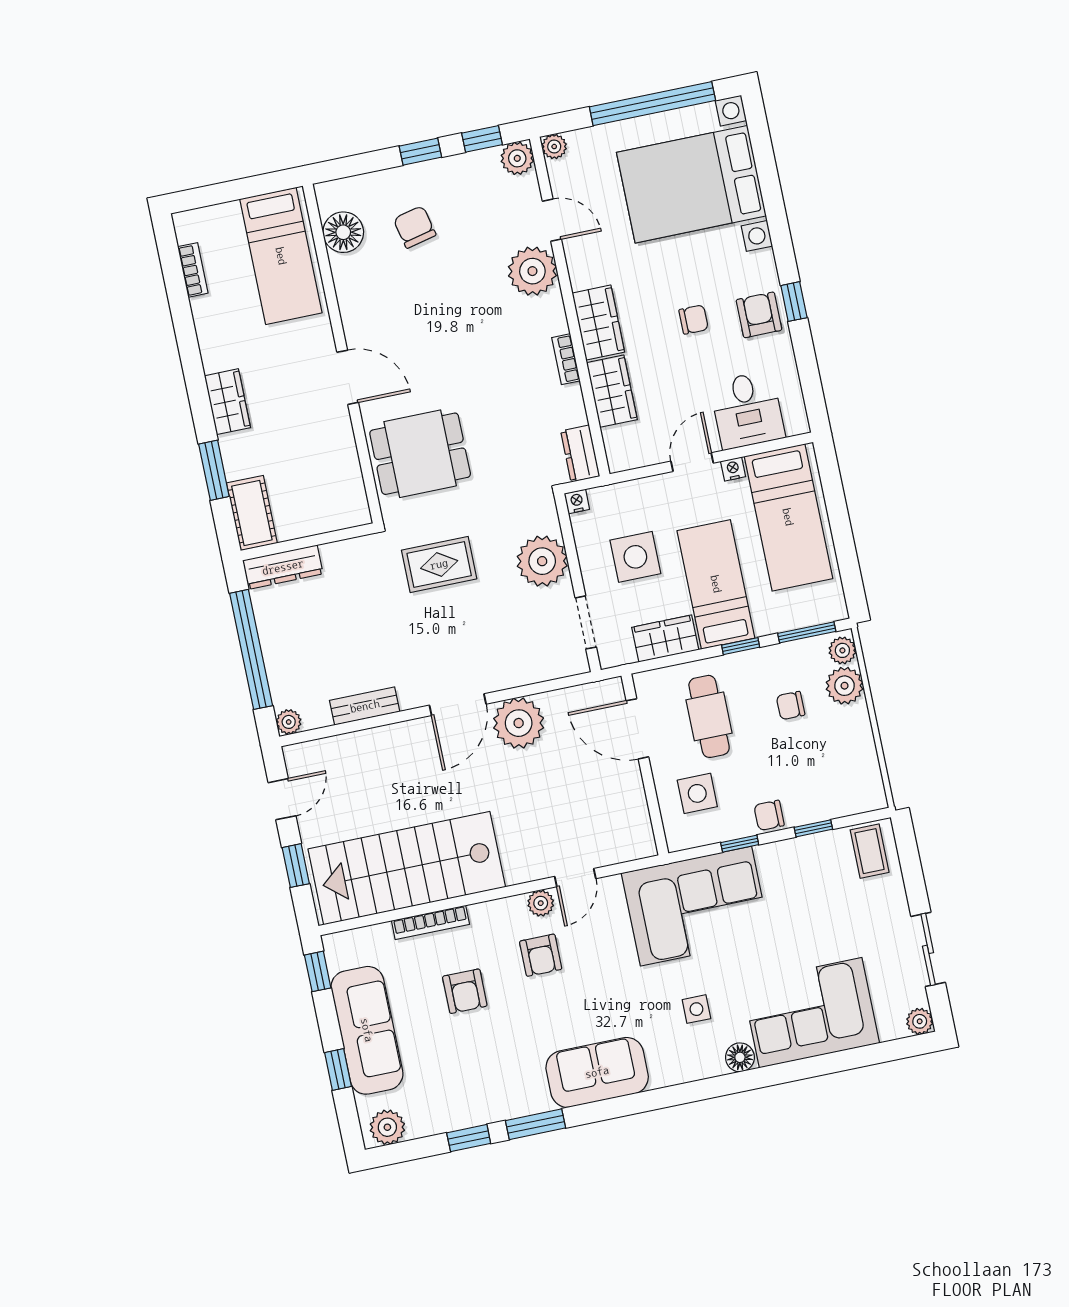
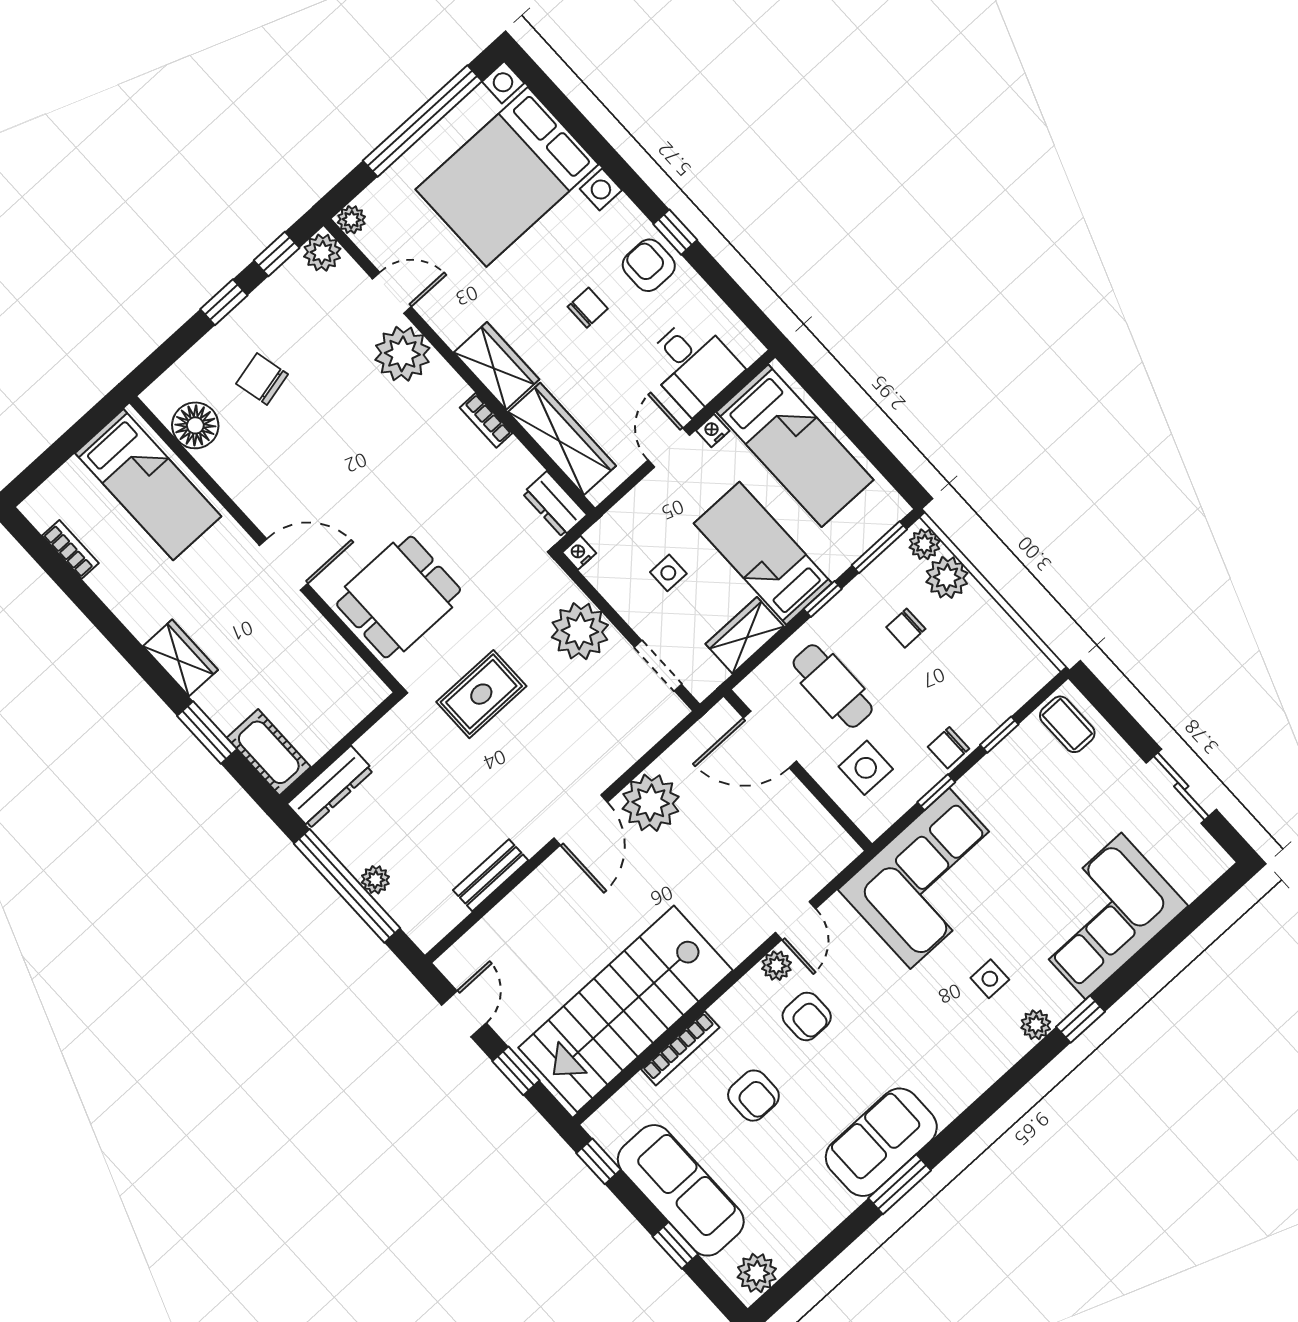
wardrobe: (612, 391) -> (562, 439), width x1.50
side table: (635, 557) -> (668, 573), width x0.54, depth x0.54
plant: (289, 722) -> (375, 880), moved
plant: (920, 1021) -> (1036, 1025), moved
floor lamp: (740, 1057) -> (1060, 1001), removed
sofa: (597, 1072) -> (881, 1142), moved
window: (469, 1138) -> (1080, 1019), moved

